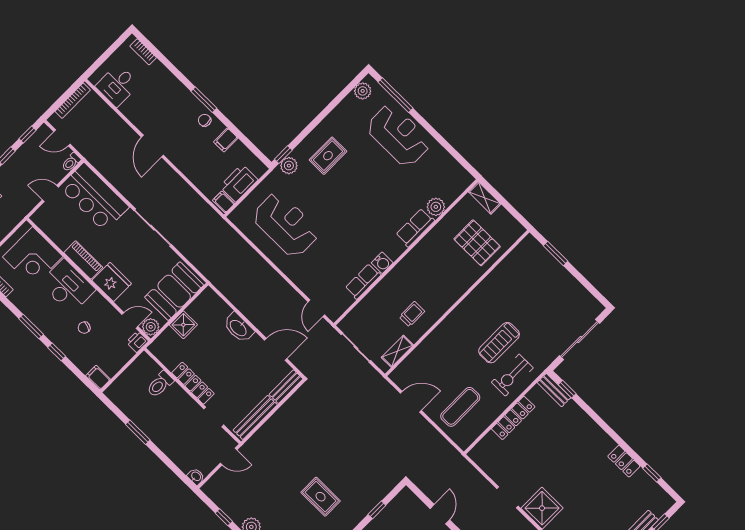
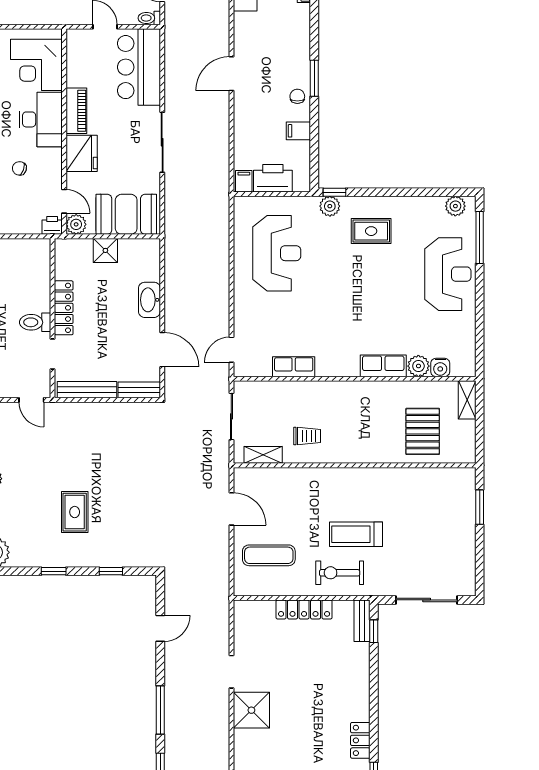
water cooler: (382, 263) -> (440, 367), moved
toilet: (160, 384) -> (35, 322), moved

